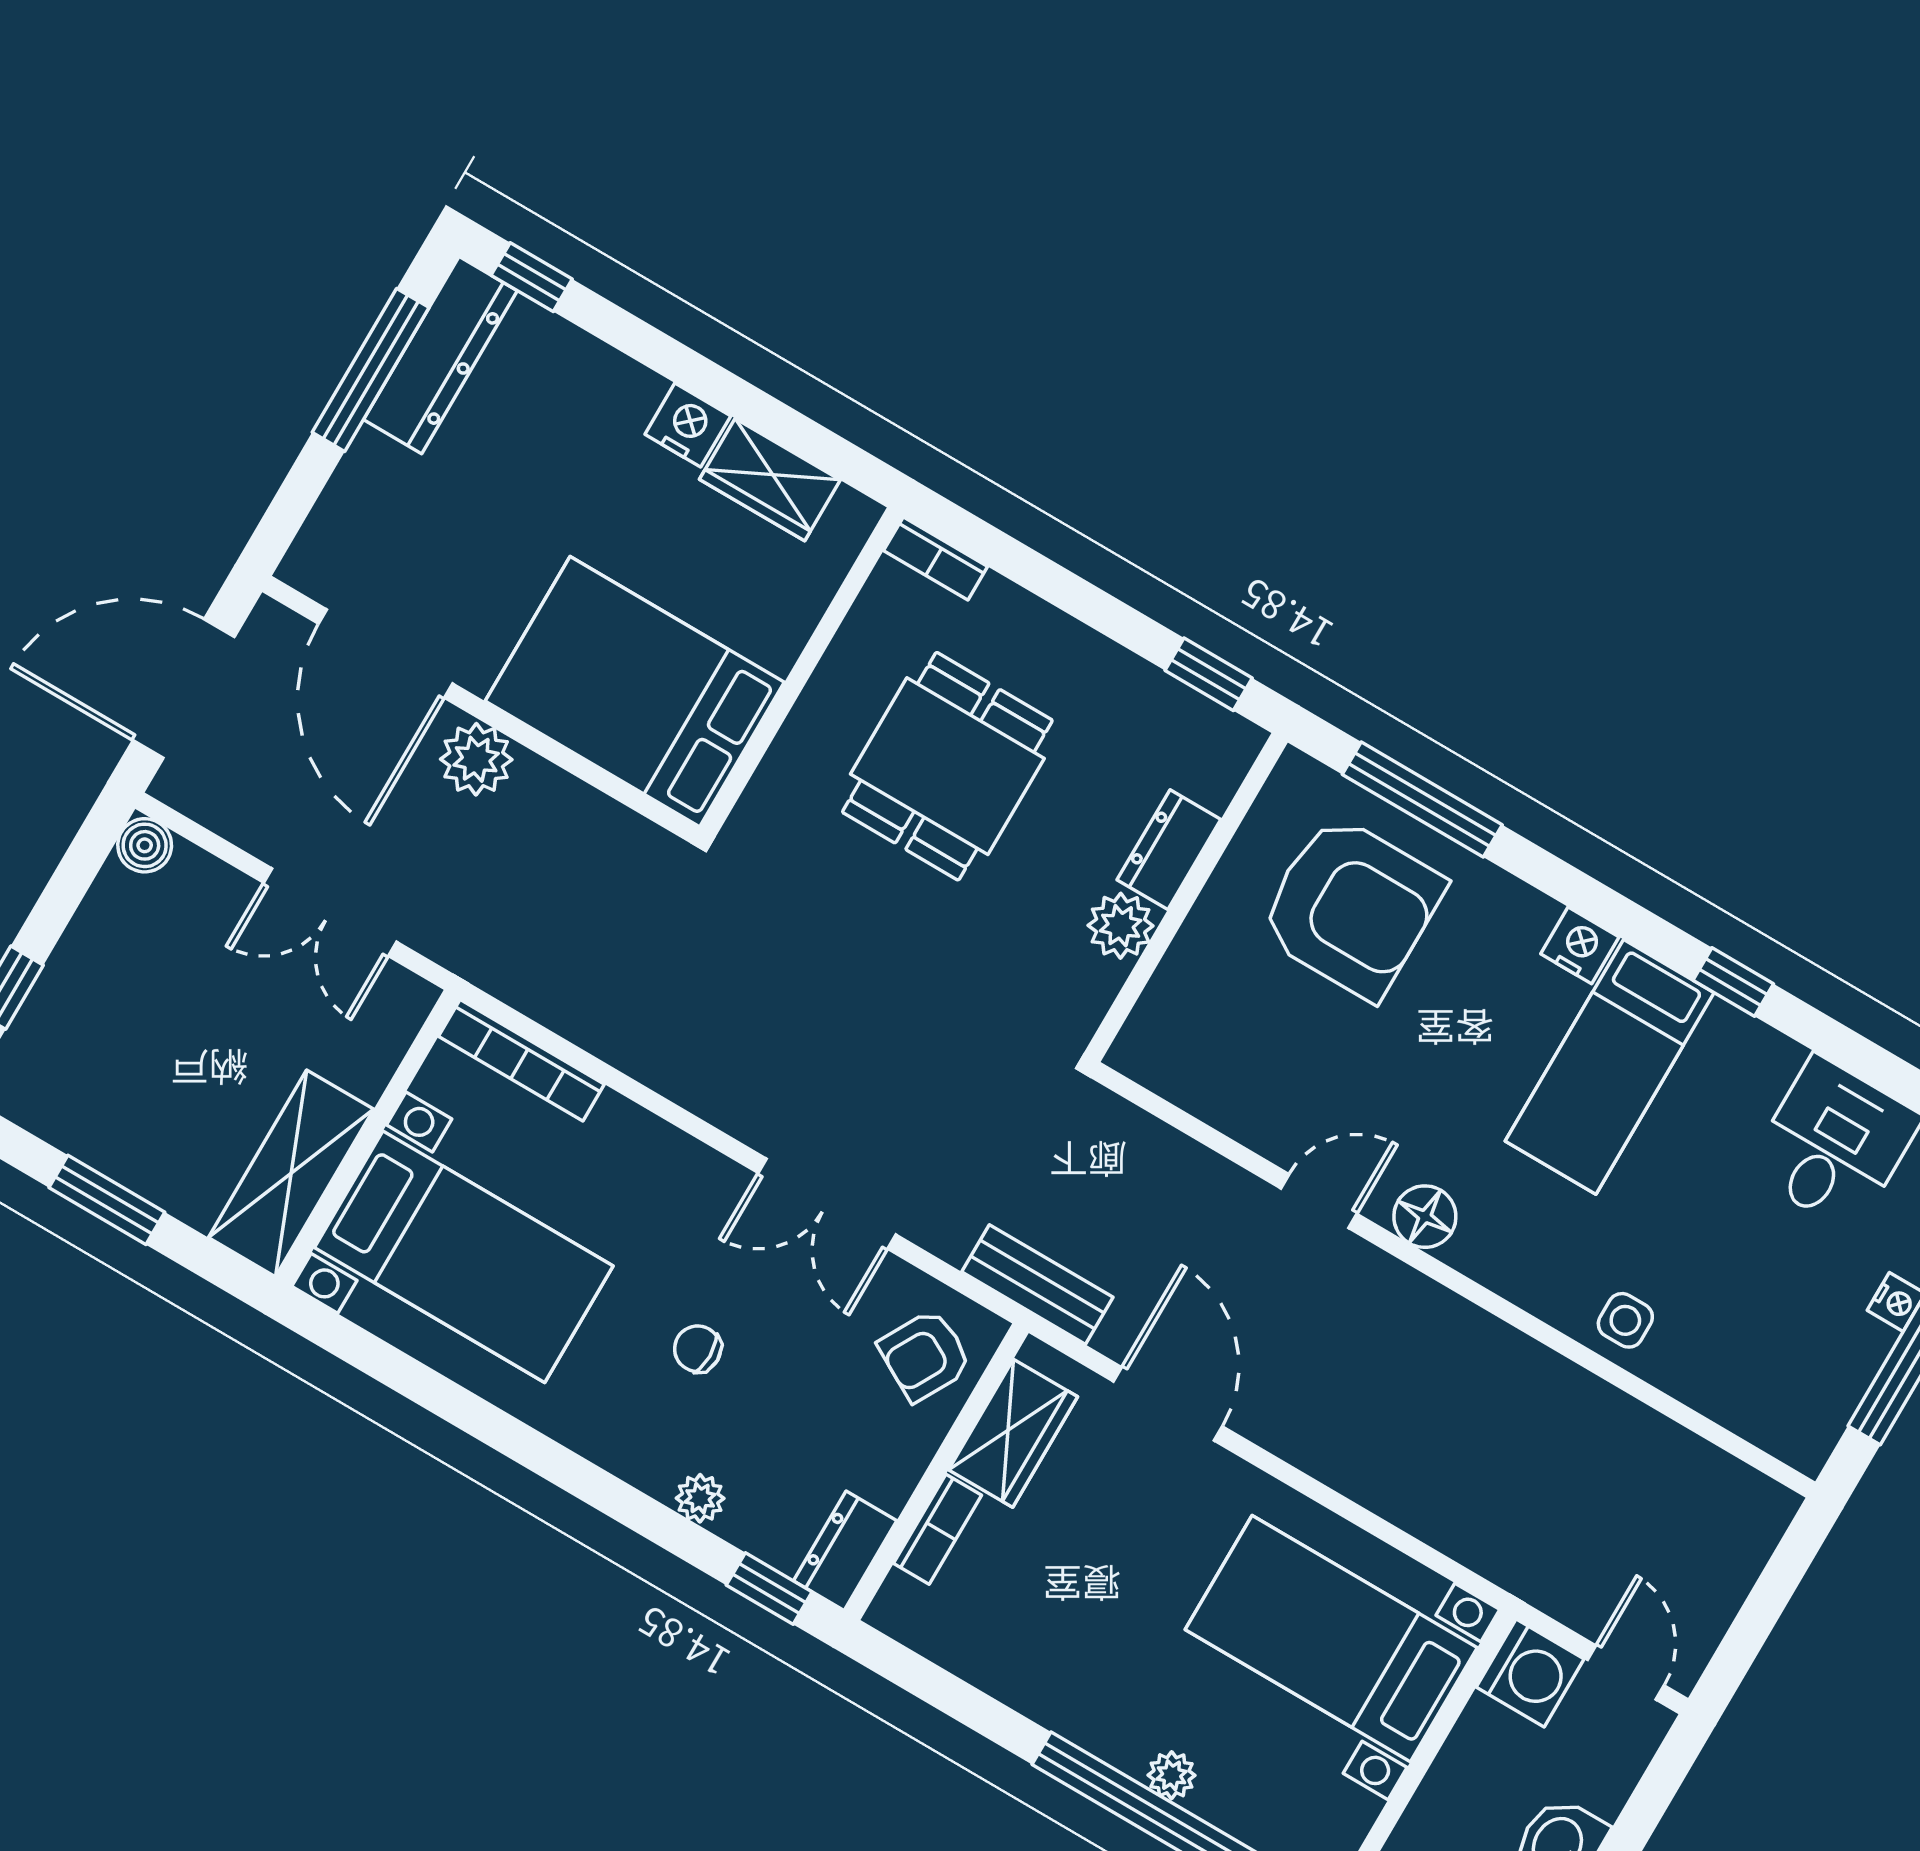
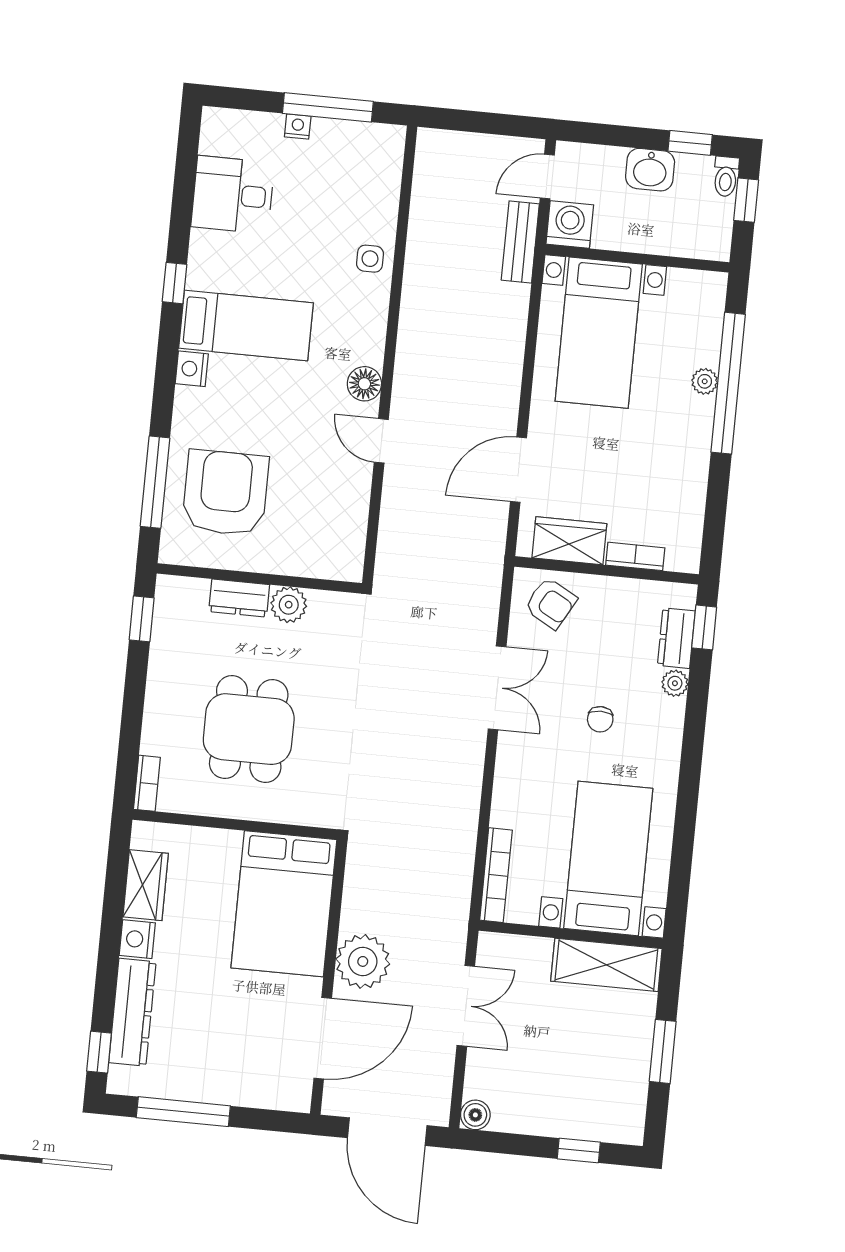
dresser: (440, 355) -> (132, 1012), moved, turned 90
plant: (476, 759) -> (363, 961), width x1.36, depth x1.36
dining table: (947, 766) -> (249, 729), turned 90
bench: (1037, 1285) -> (520, 242), moved
dresser: (845, 1551) -> (676, 638), moved, turned 90

